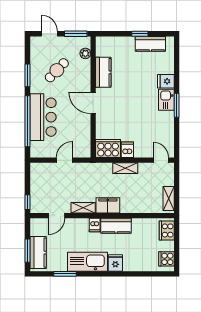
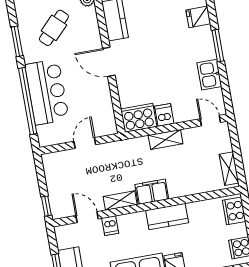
kitchen sink: (166, 100) -> (209, 75), moved
door: (56, 216) -> (87, 217), swing flipped
dishwasher: (95, 225) -> (110, 226), moved

